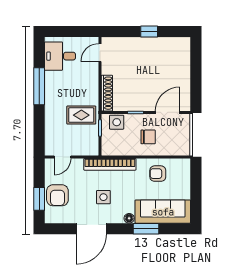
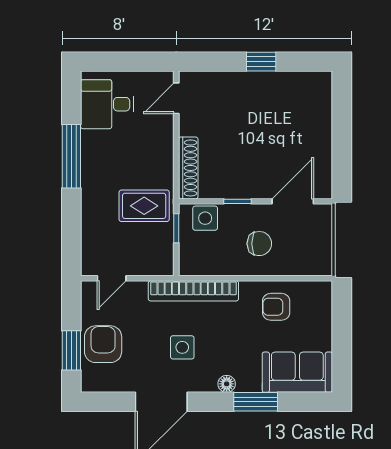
armchair: (57, 195) -> (103, 344), turned 180
sofa: (163, 212) -> (297, 372), width x0.73

